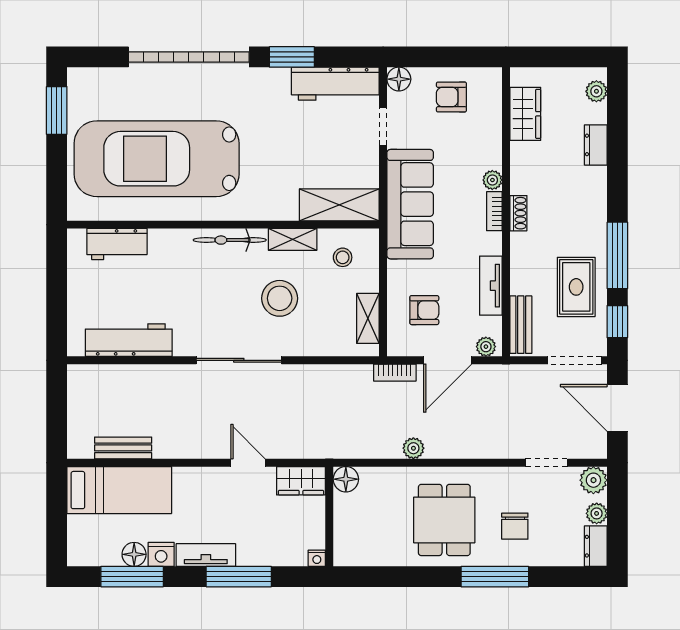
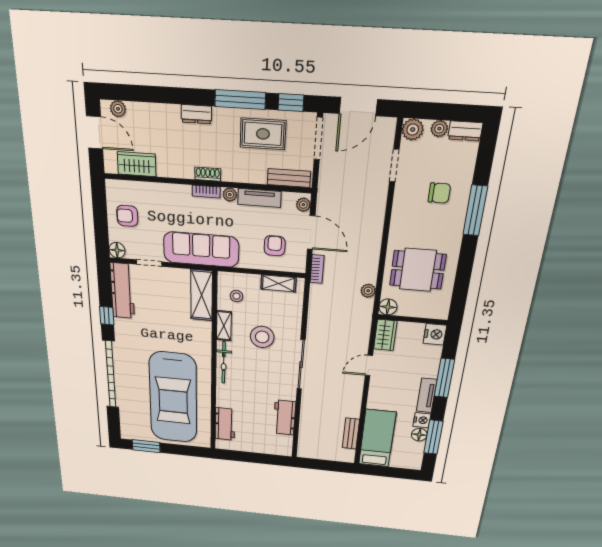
window: (292, 57) -> (107, 316), width x0.67
door: (564, 57) -> (95, 132), added
armchair: (451, 97) -> (127, 216), turned 90
dresser: (596, 145) -> (196, 114), moved
plant: (492, 180) -> (230, 195), moved
workbench: (129, 340) -> (284, 418), width x0.73
plant: (413, 448) -> (368, 291), moved
dining table: (444, 520) -> (418, 270), moved
nightstand: (317, 558) -> (435, 334), width x1.89, depth x1.79

